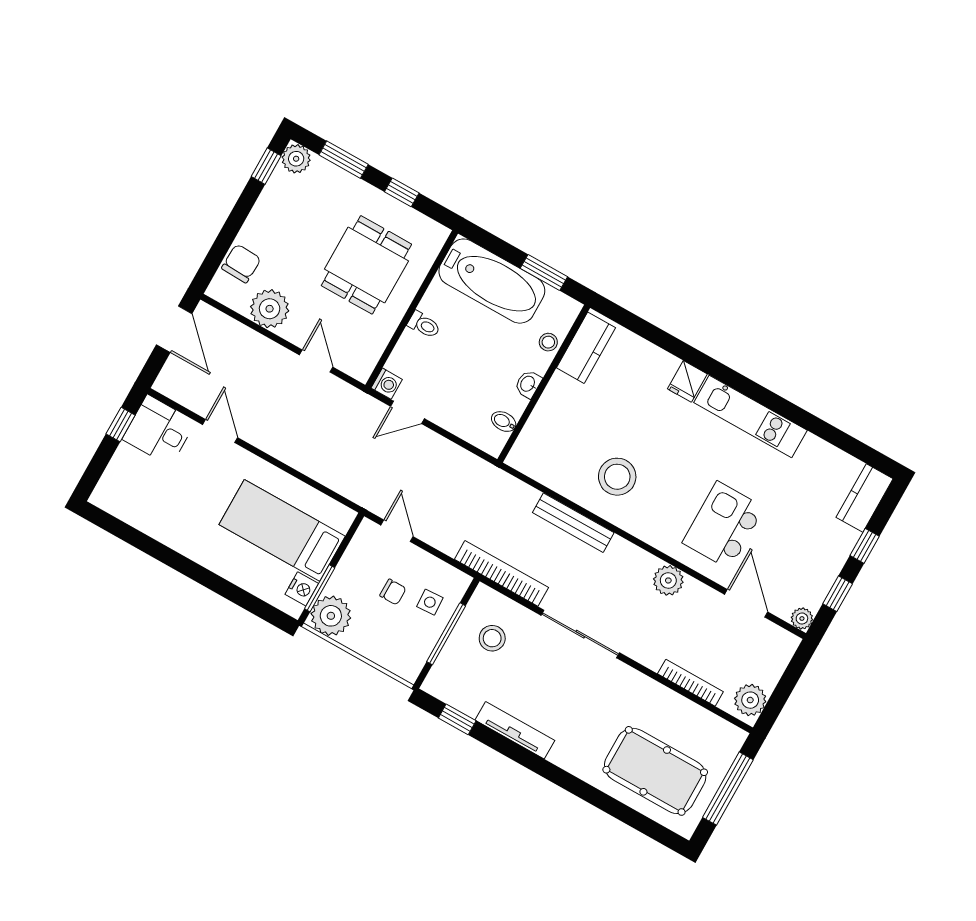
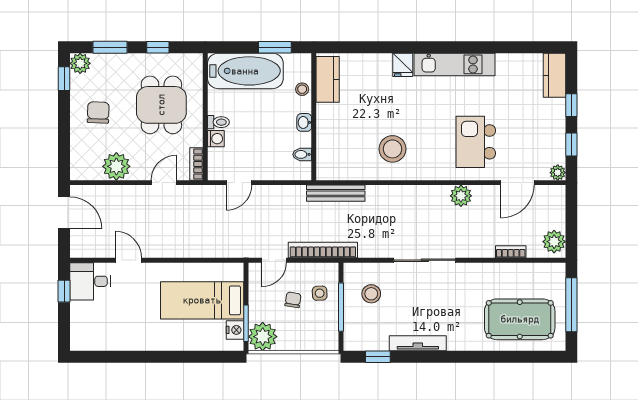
chair: (241, 263) -> (98, 113), moved
door: (316, 361) -> (164, 183), hinge flipped
bookcase: (368, 361) -> (196, 164), added
washing machine: (387, 384) -> (216, 139), moved
bench: (573, 523) -> (336, 193), moved
door: (397, 531) -> (274, 260), swing flipped
bookcase: (501, 573) -> (323, 250), moved
chair: (393, 592) -> (293, 300), turned -81
door: (746, 603) -> (517, 183), swing flipped
bookcase: (690, 683) -> (511, 252), width x0.64

